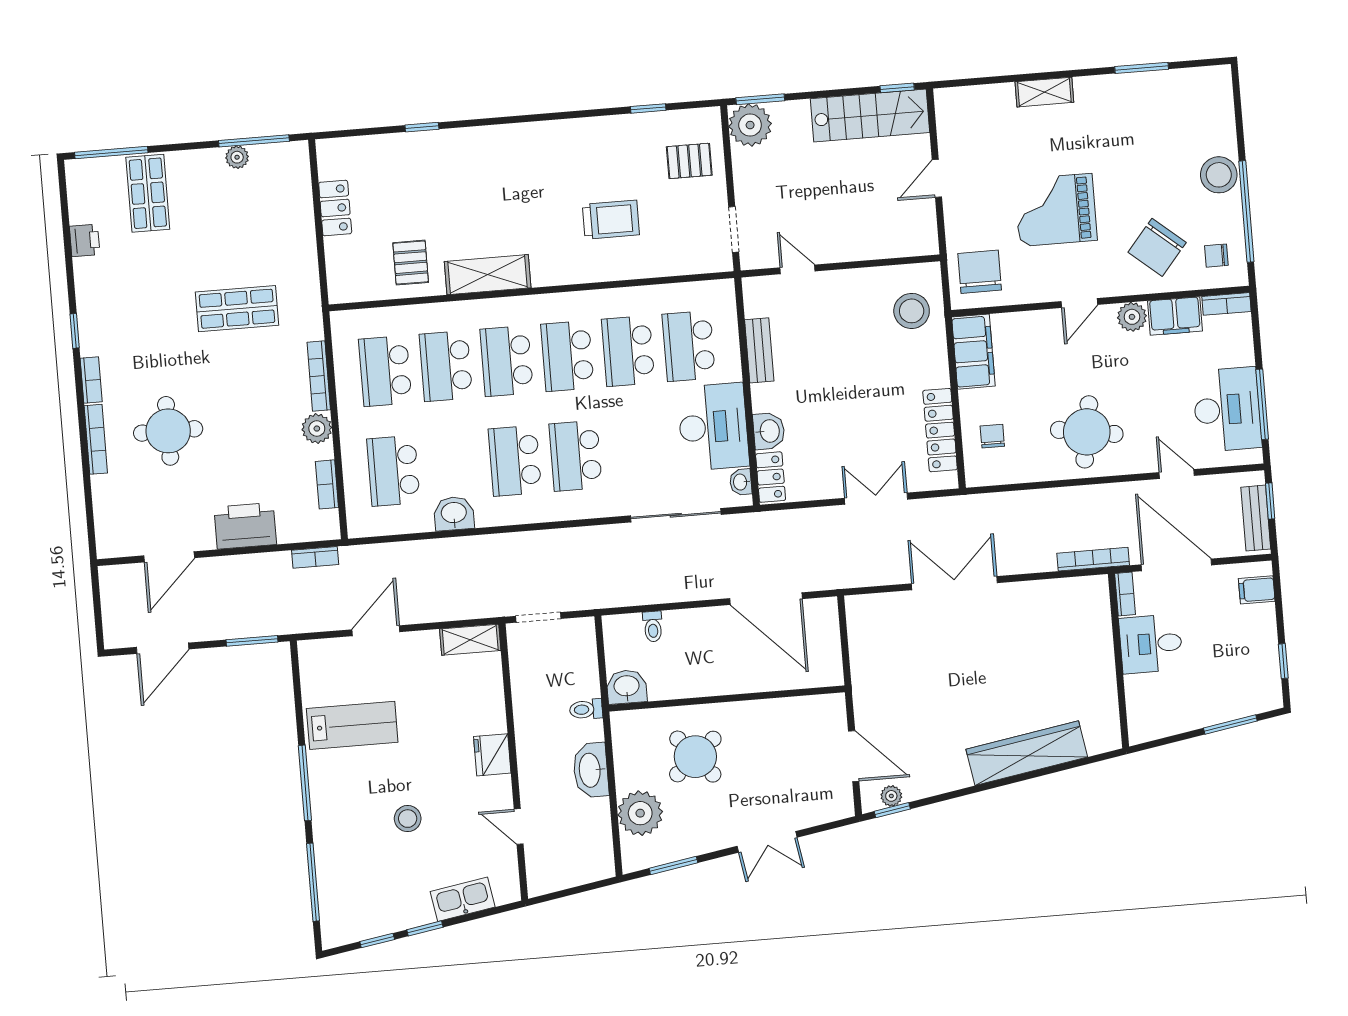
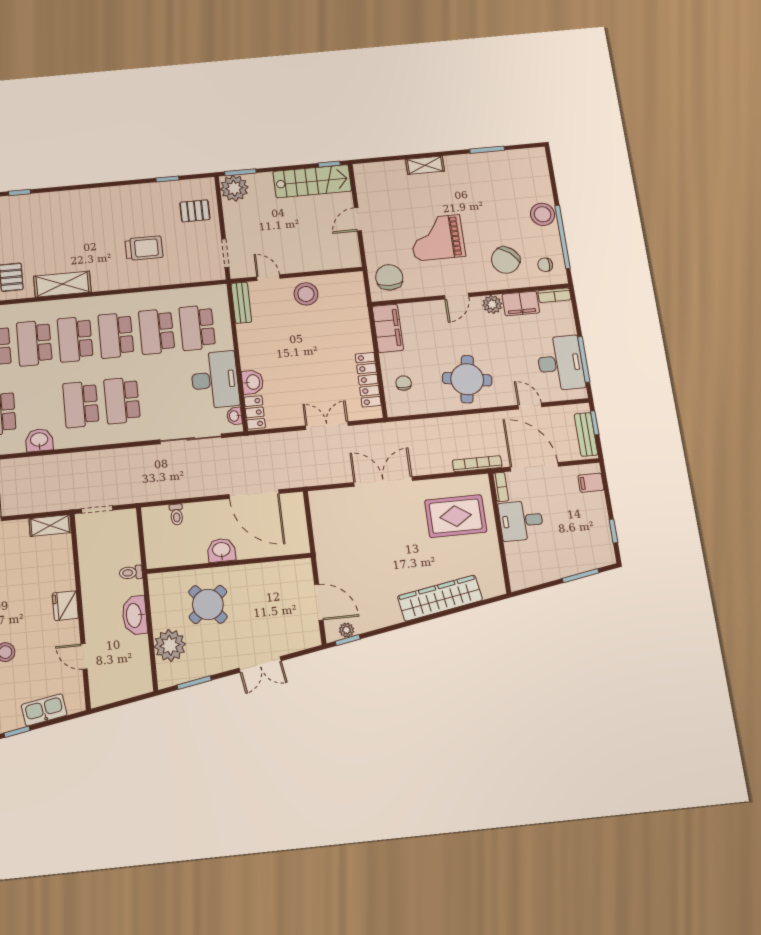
stool: (912, 311) -> (306, 294), moved
bench: (759, 350) -> (241, 303), moved
rug: (1057, 636) -> (456, 516), added
washbasin: (627, 687) -> (221, 550), moved

